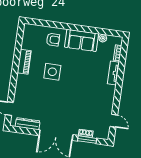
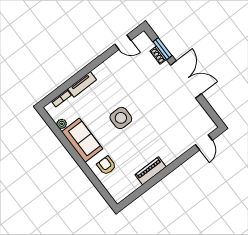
side table: (52, 72) -> (121, 118), moved
door: (114, 121) -> (123, 42), swing flipped
dresser: (28, 124) -> (201, 114), removed

